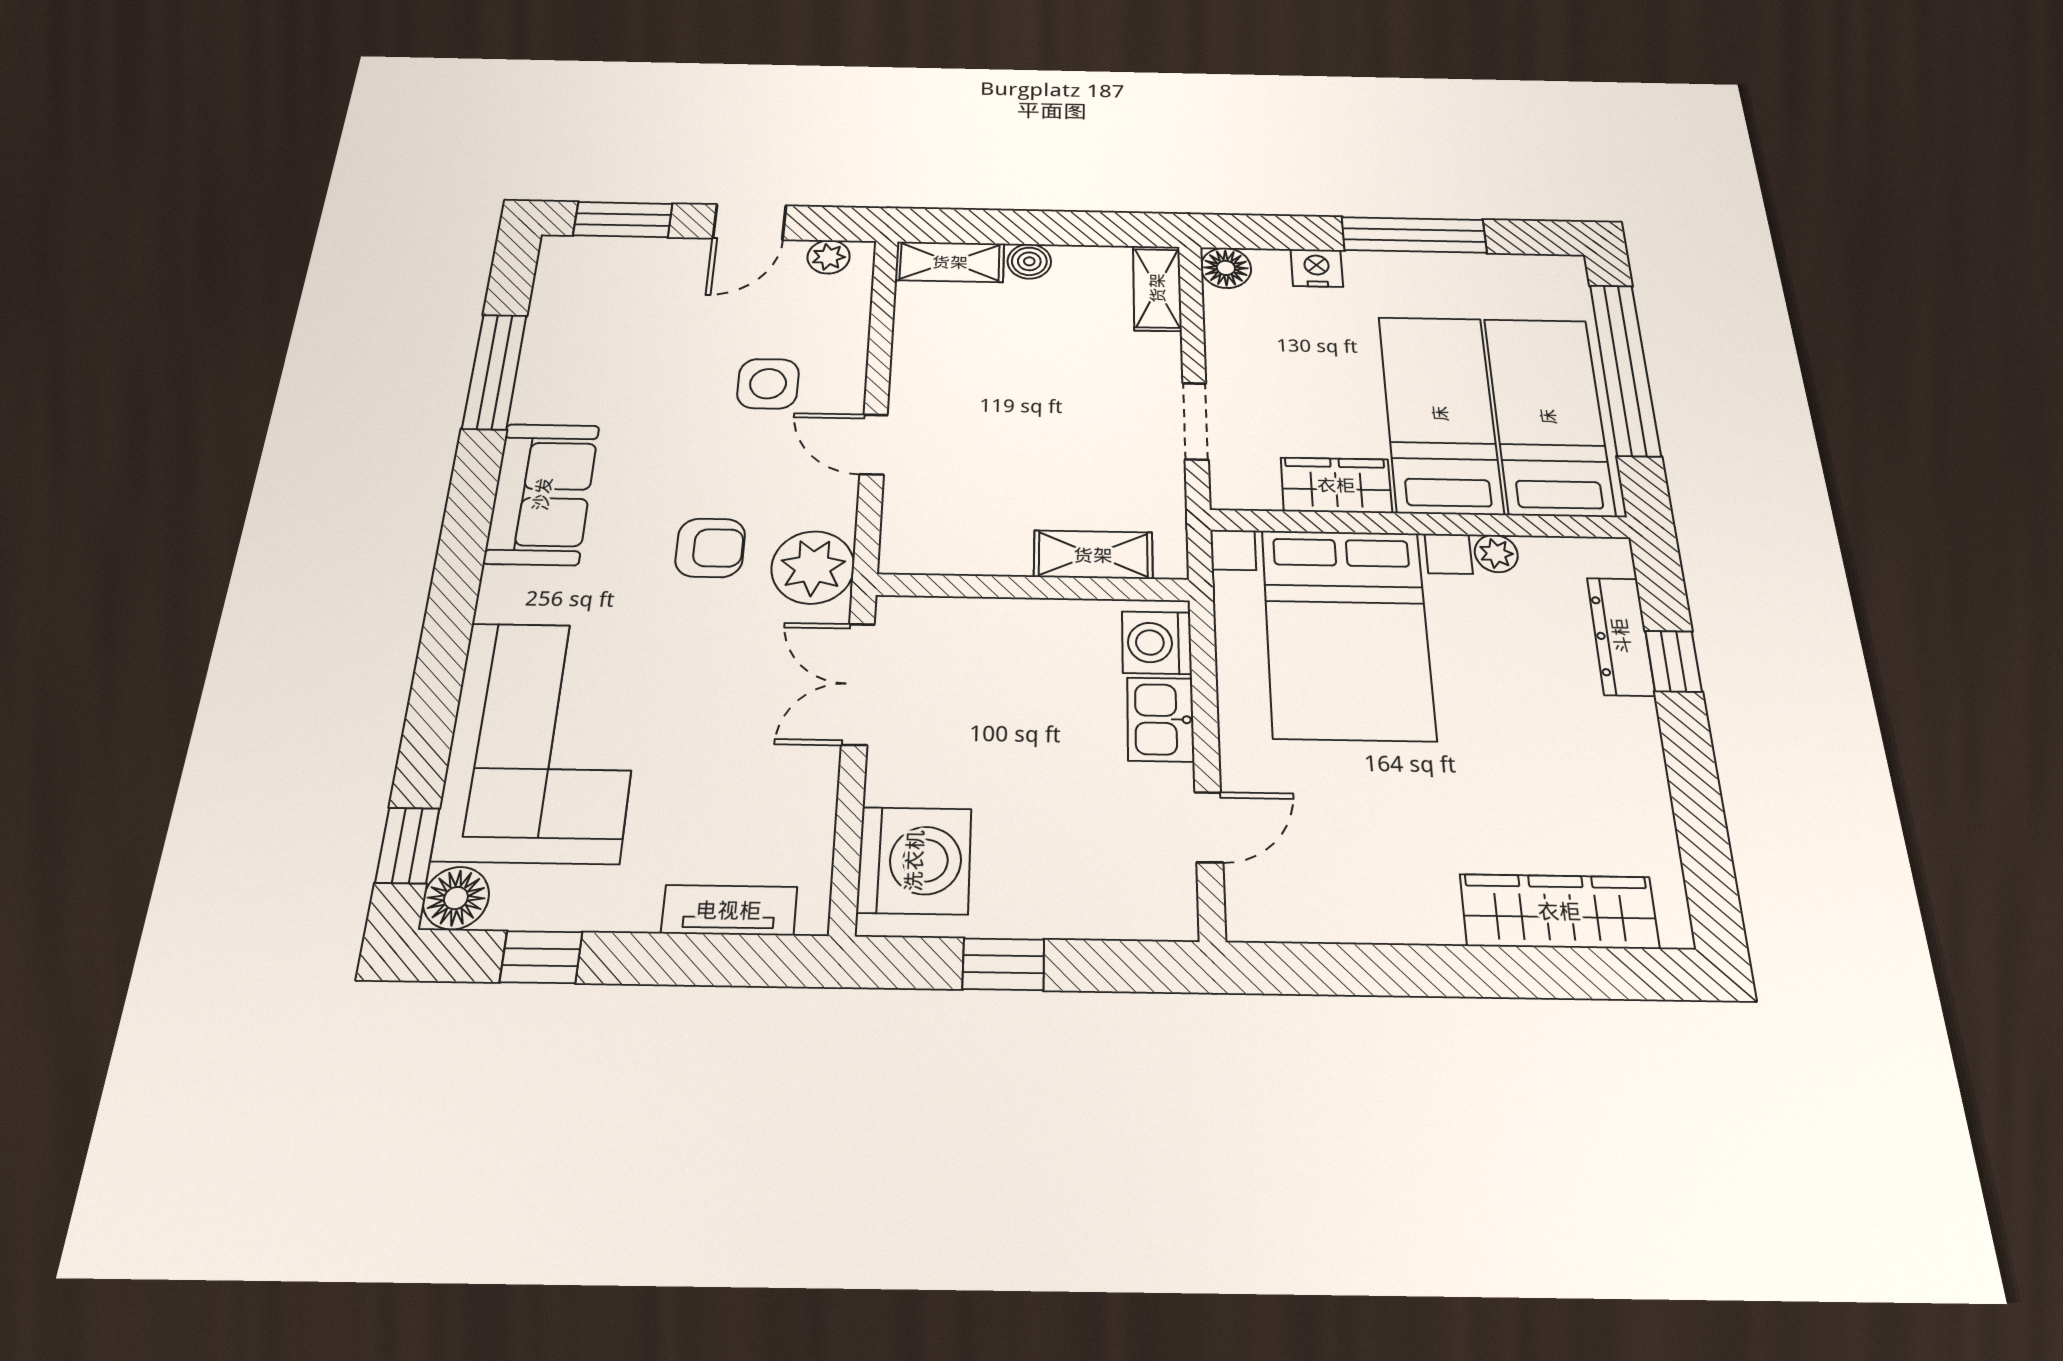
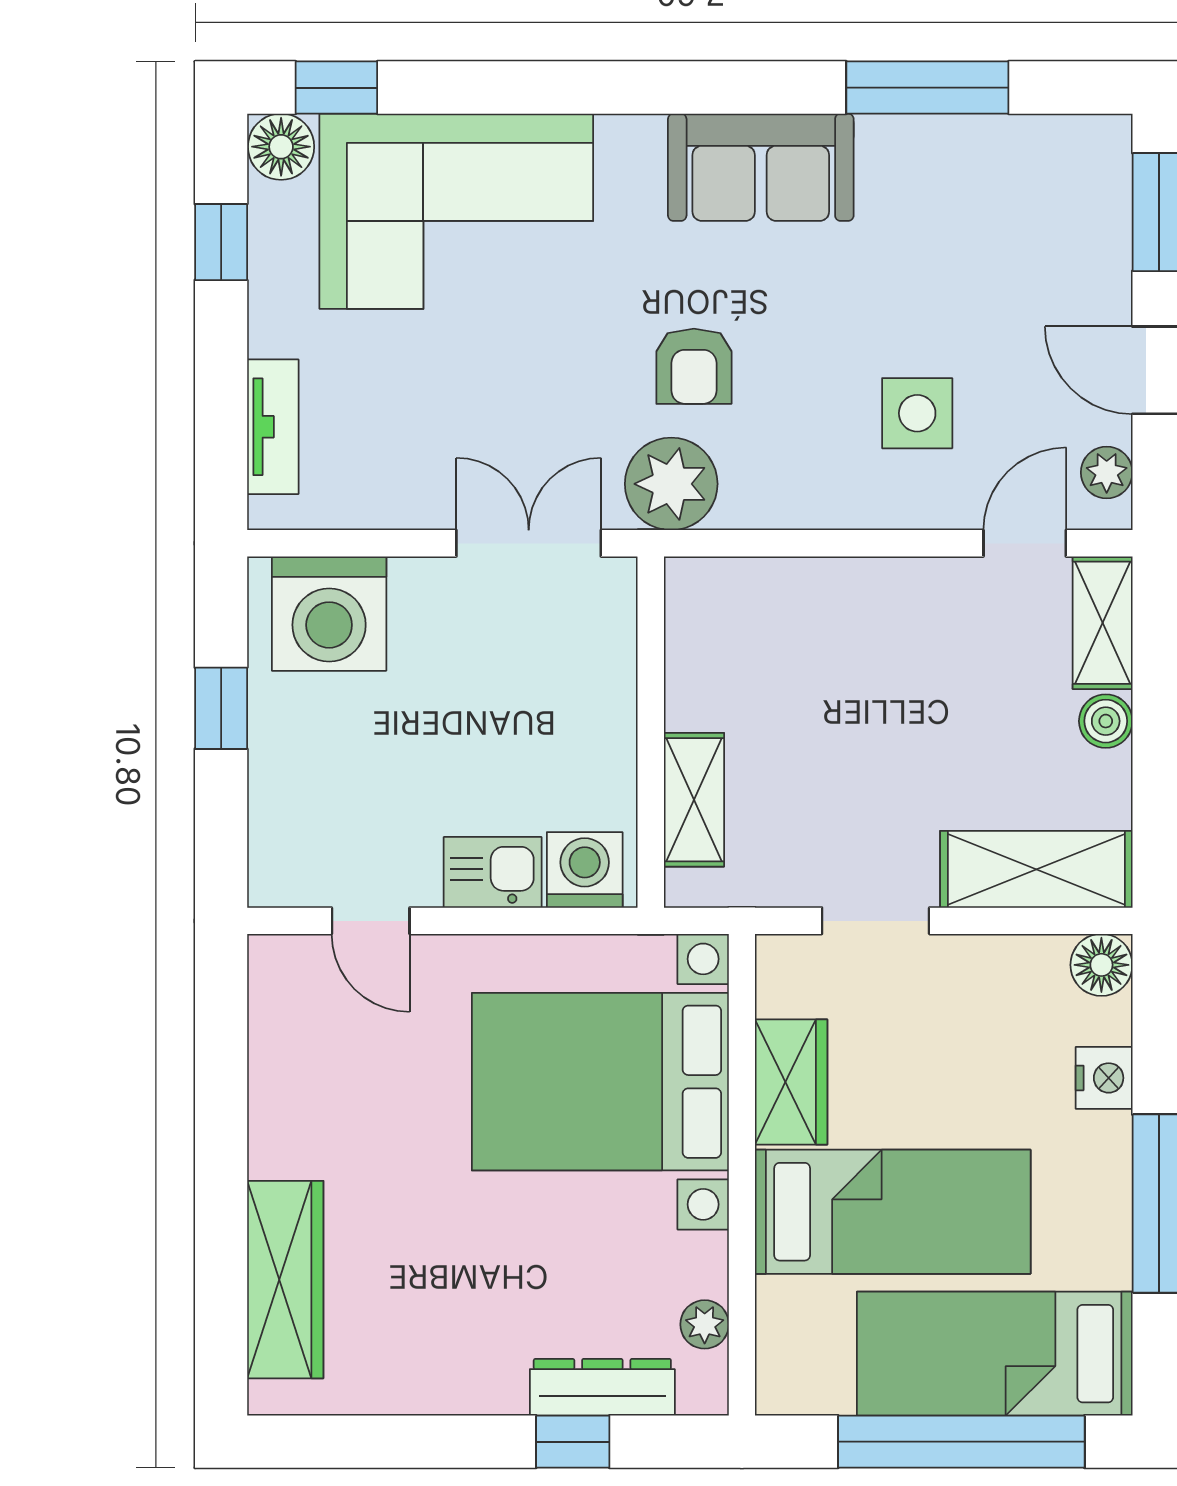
shelving: (1157, 288) -> (1036, 869), width x1.50, depth x1.33
bed: (1548, 416) -> (995, 1354), moved, turned 180
door: (874, 444) -> (1025, 543), moved
plant: (1496, 553) -> (705, 1324), moved

